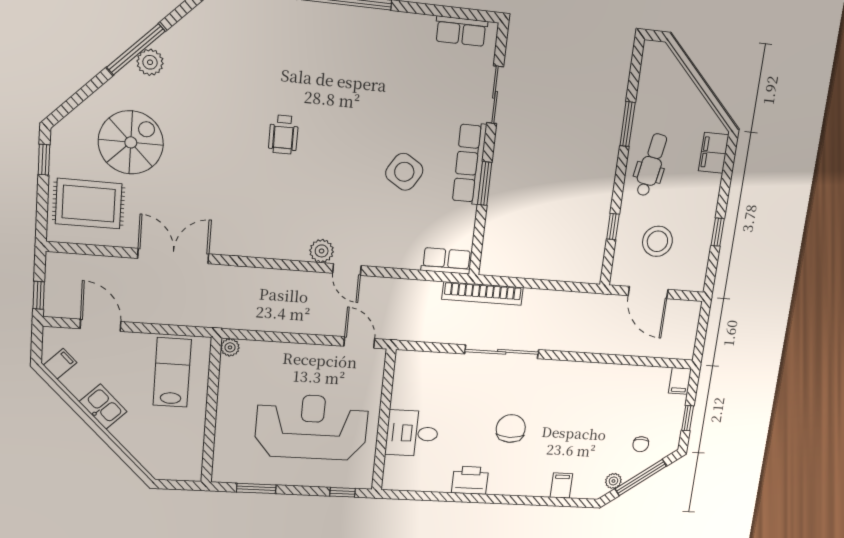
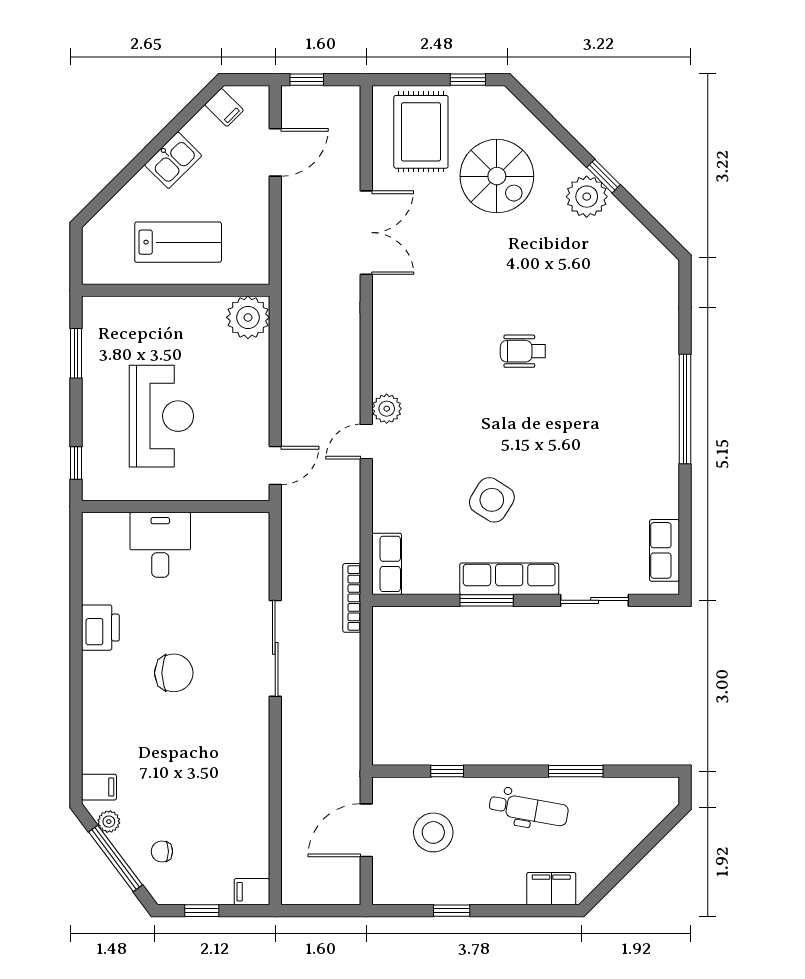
window: (136, 49) -> (604, 176), width x0.46
plant: (150, 62) -> (587, 197), width x1.36, depth x1.36
bookcase: (483, 293) -> (352, 598), width x0.68, depth x0.76
plant: (230, 347) -> (248, 317), width x1.88, depth x1.88
lab bench: (172, 372) -> (178, 242), moved
reception desk: (312, 427) -> (161, 416), width x0.74, depth x0.77
filing cabinet: (561, 485) -> (99, 787), moved

